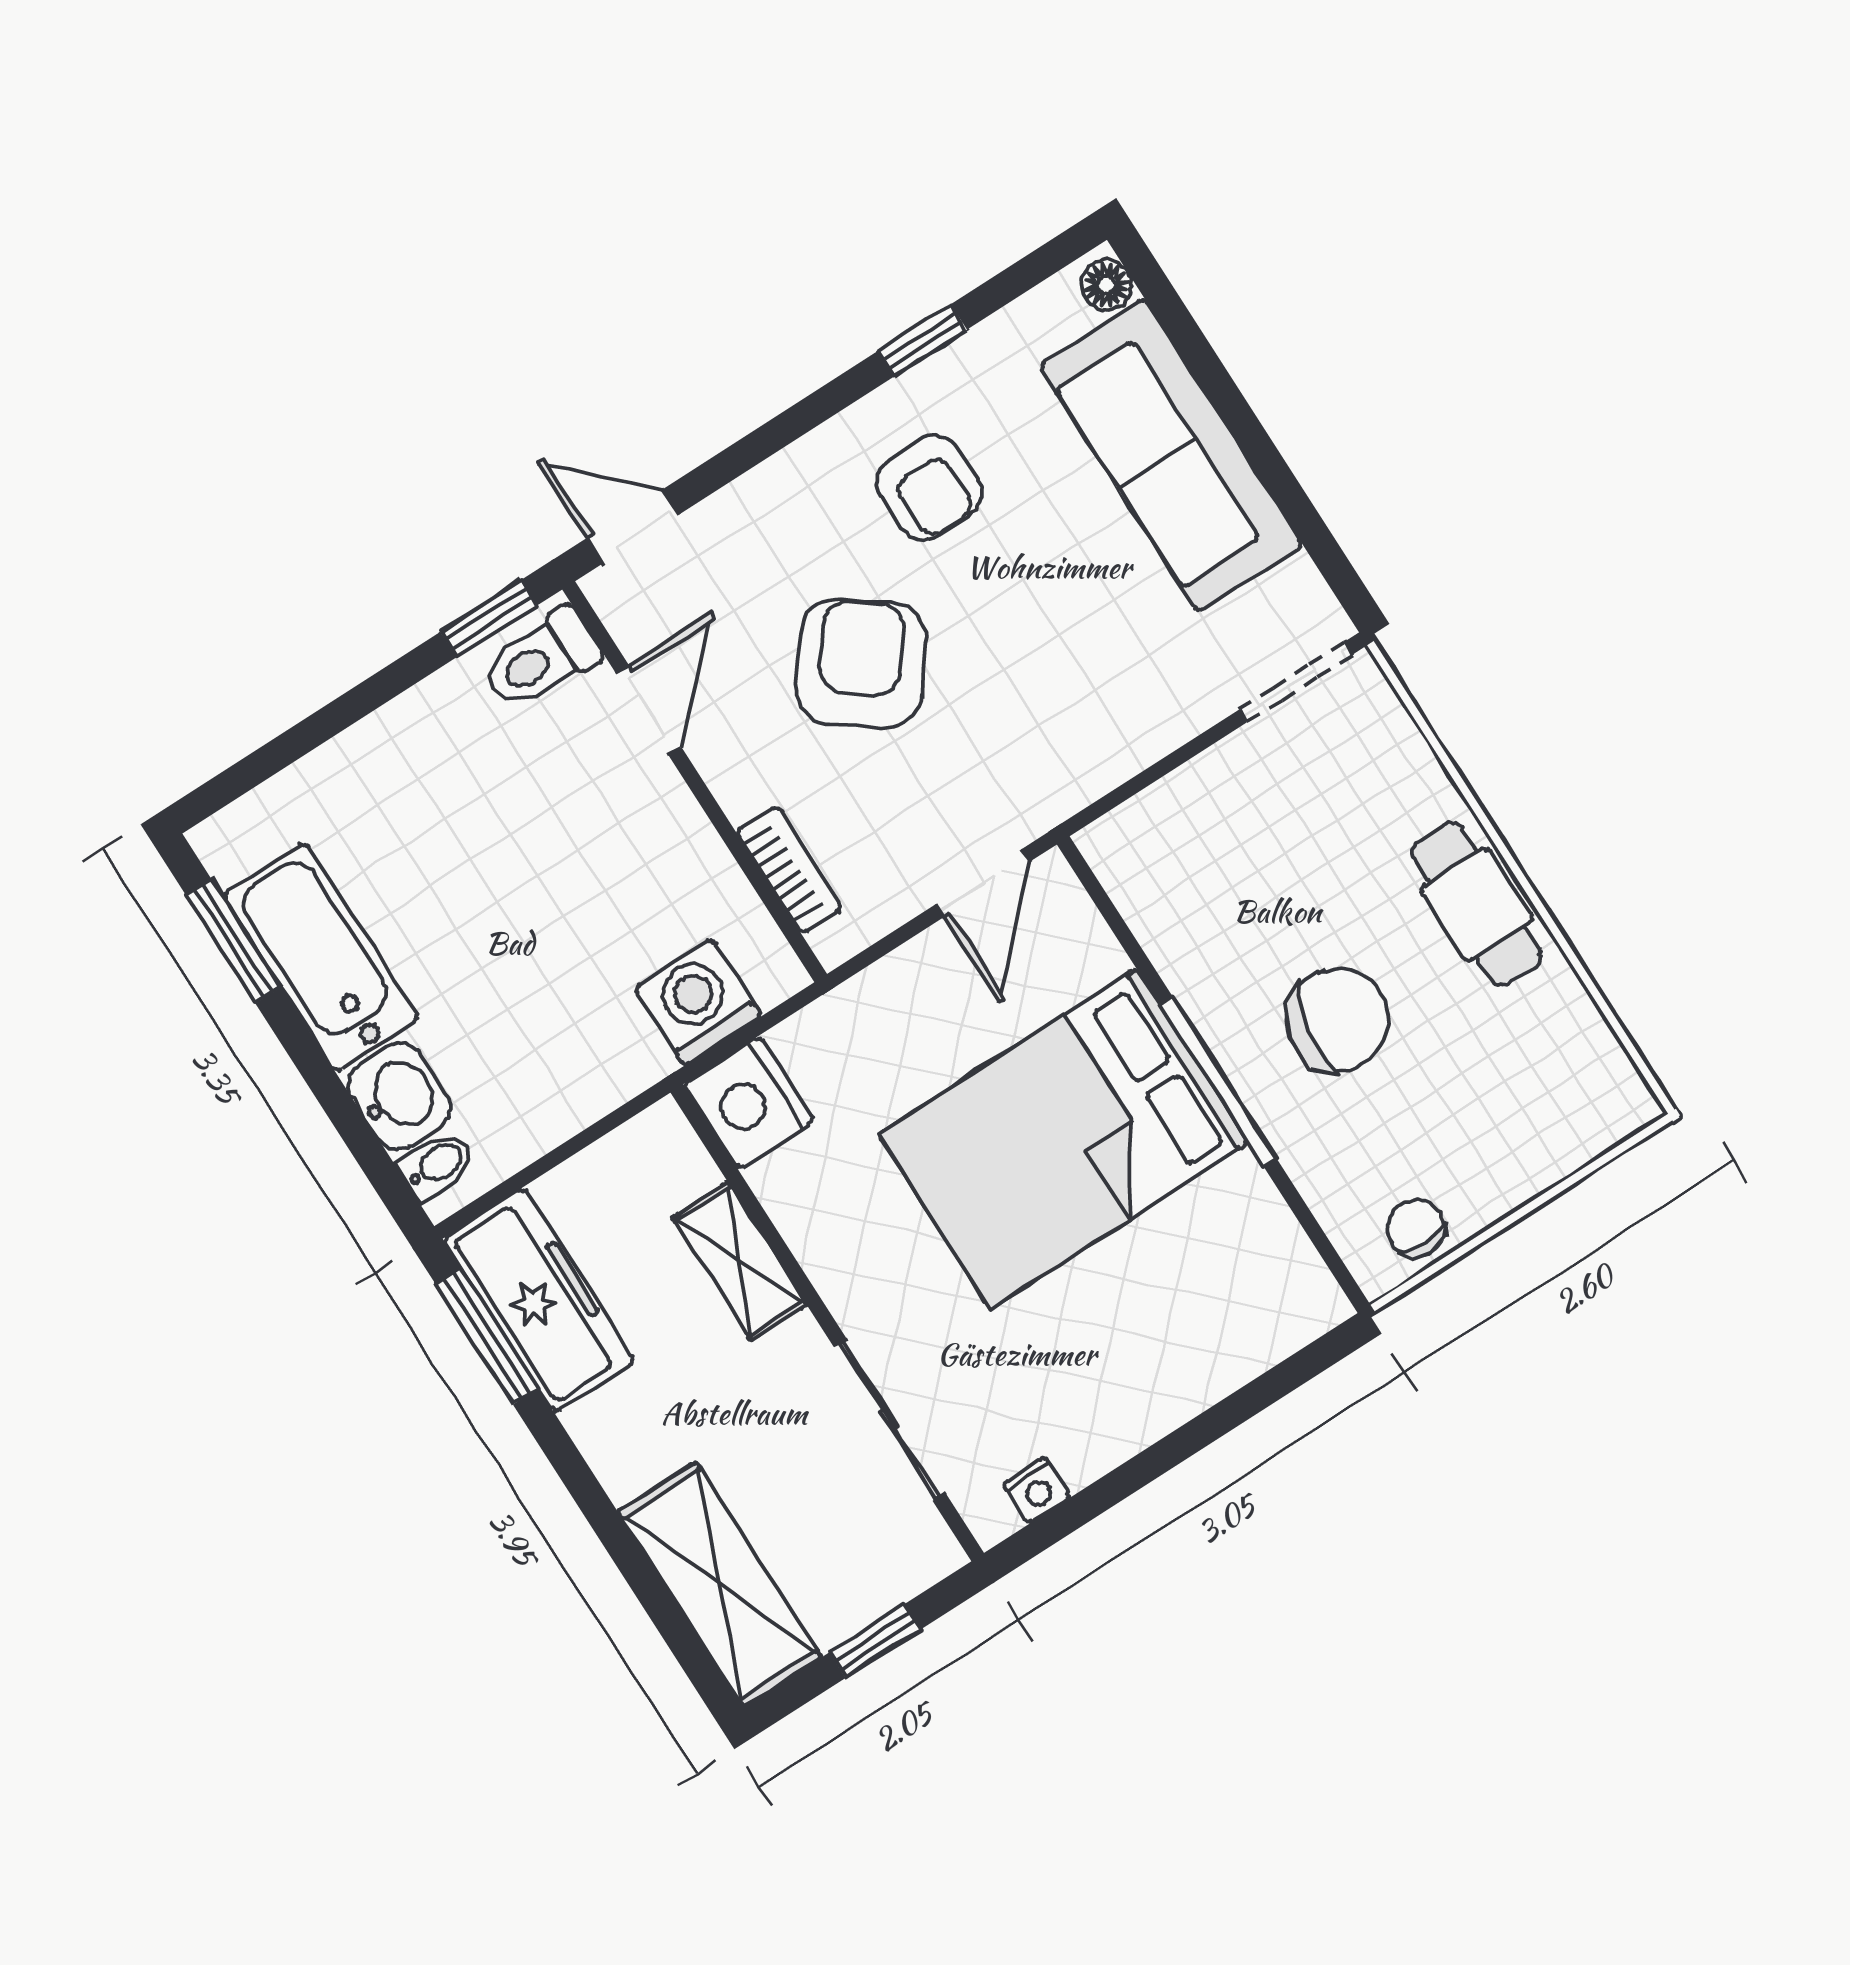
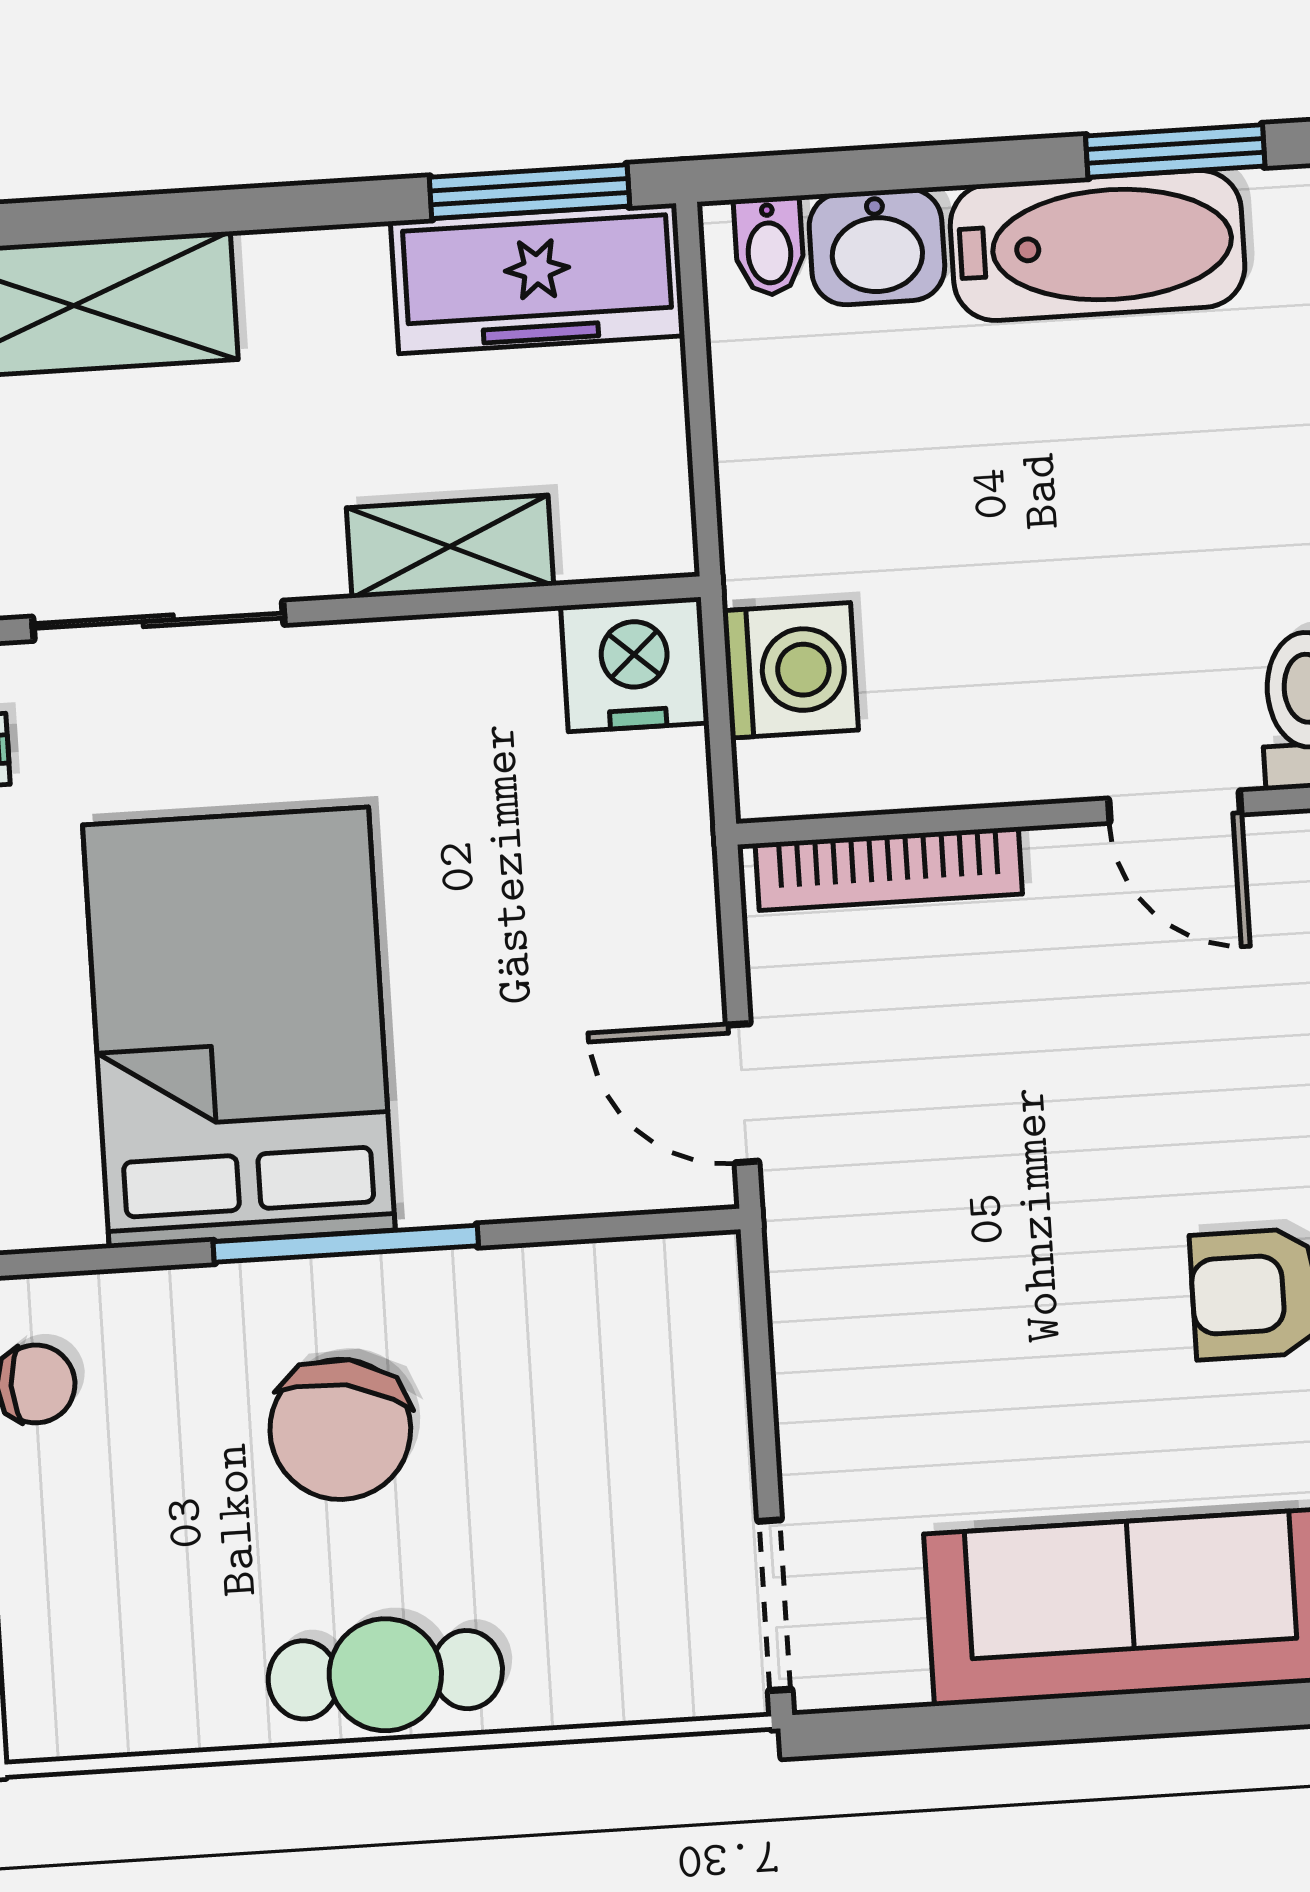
armchair: (861, 663) -> (1089, 1094), removed
bookcase: (789, 870) -> (889, 869), width x1.56
bed: (1063, 1139) -> (239, 1028), moved

